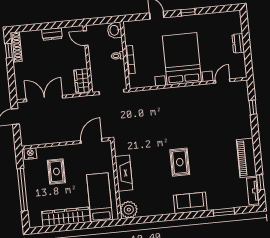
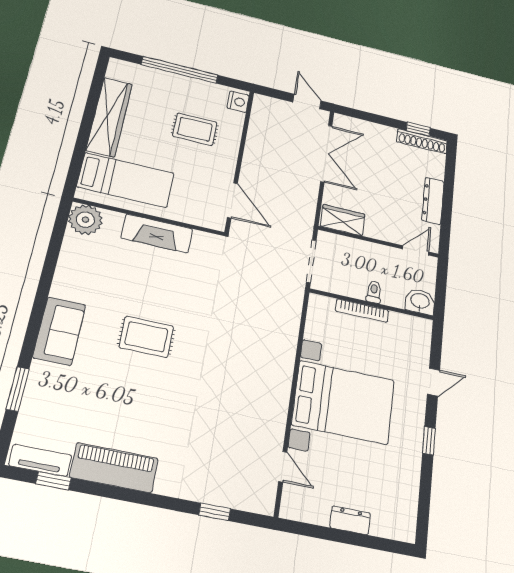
dresser: (52, 34) -> (433, 201), width x1.44

